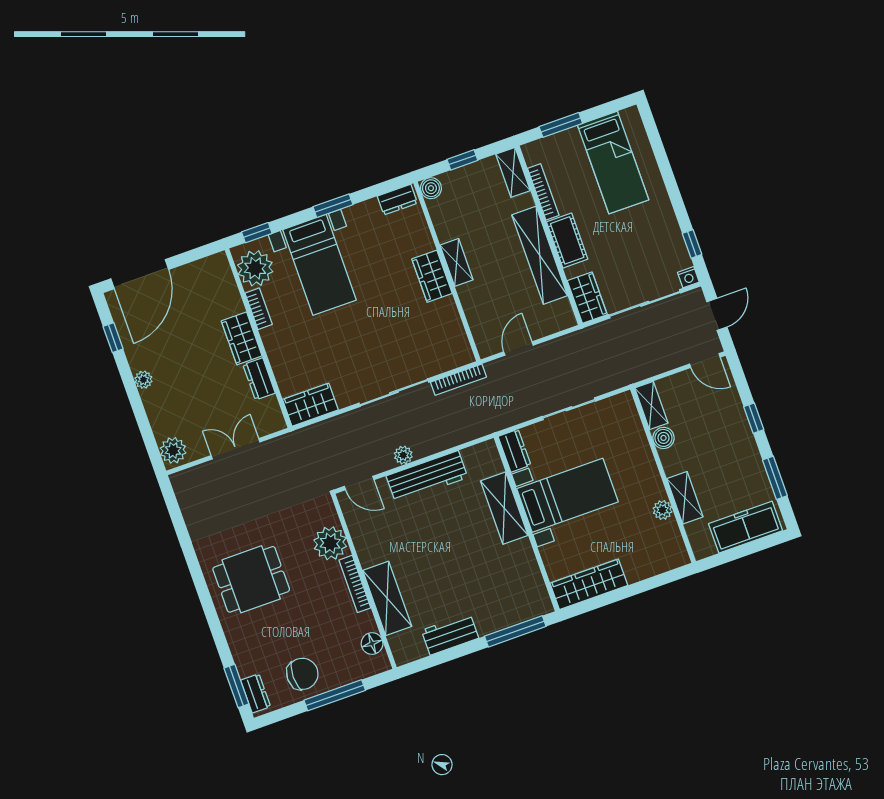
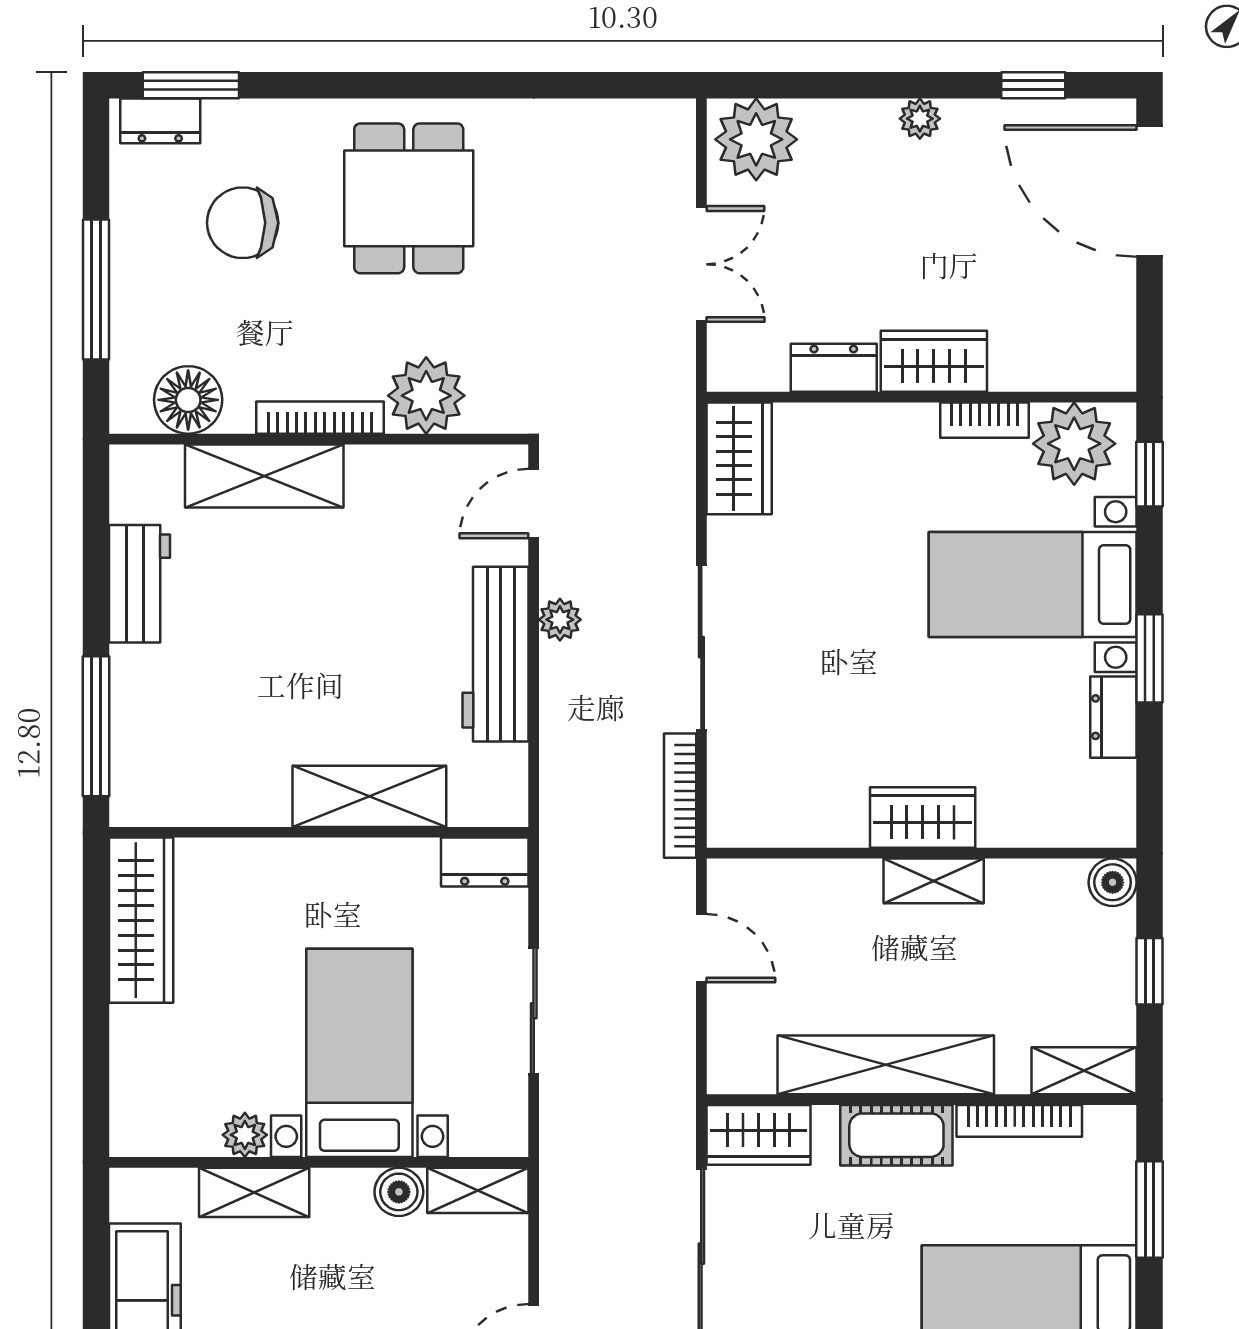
dresser: (397, 200) -> (1113, 717), moved
plant: (173, 450) -> (756, 139), width x1.36, depth x1.36
bed with nightstands: (567, 495) -> (359, 1053), moved, turned 180
floor lamp: (372, 643) -> (188, 400), width x1.38, depth x1.38
chair: (302, 674) -> (243, 223), moved, turned 90

